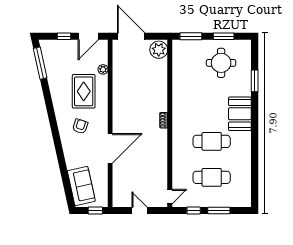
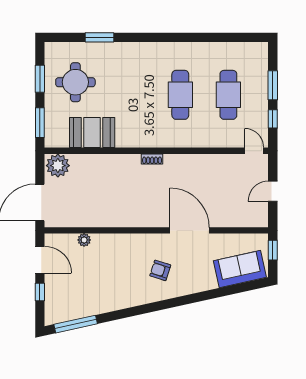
rug: (84, 91) -> (113, 266), removed
booth: (240, 114) -> (92, 133), moved

